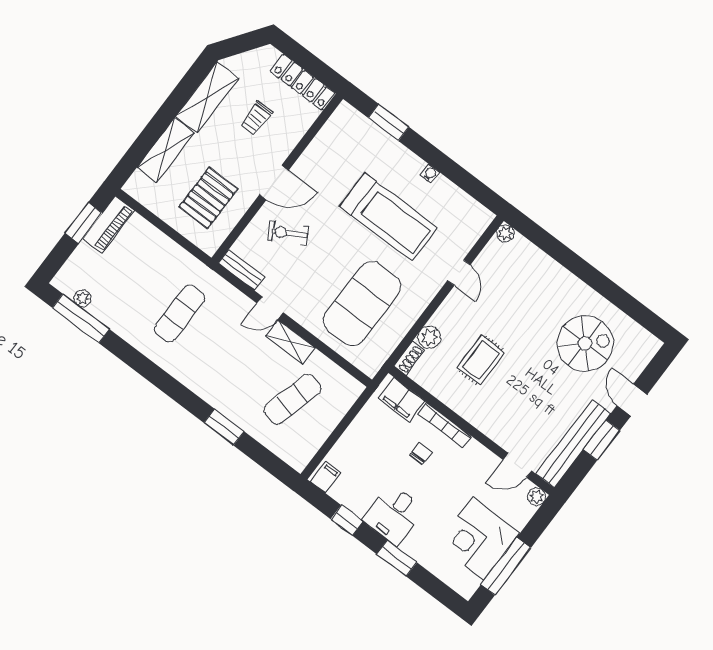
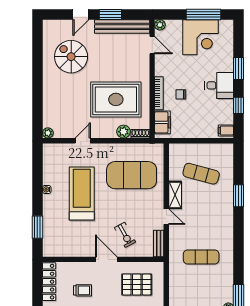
rug: (481, 360) -> (116, 99), width x1.86, depth x2.06

